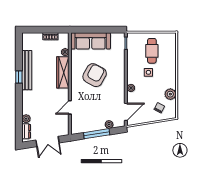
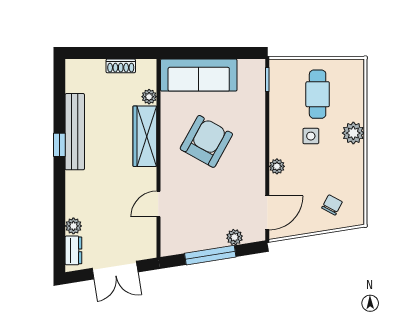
plant: (170, 94) -> (353, 133), moved

